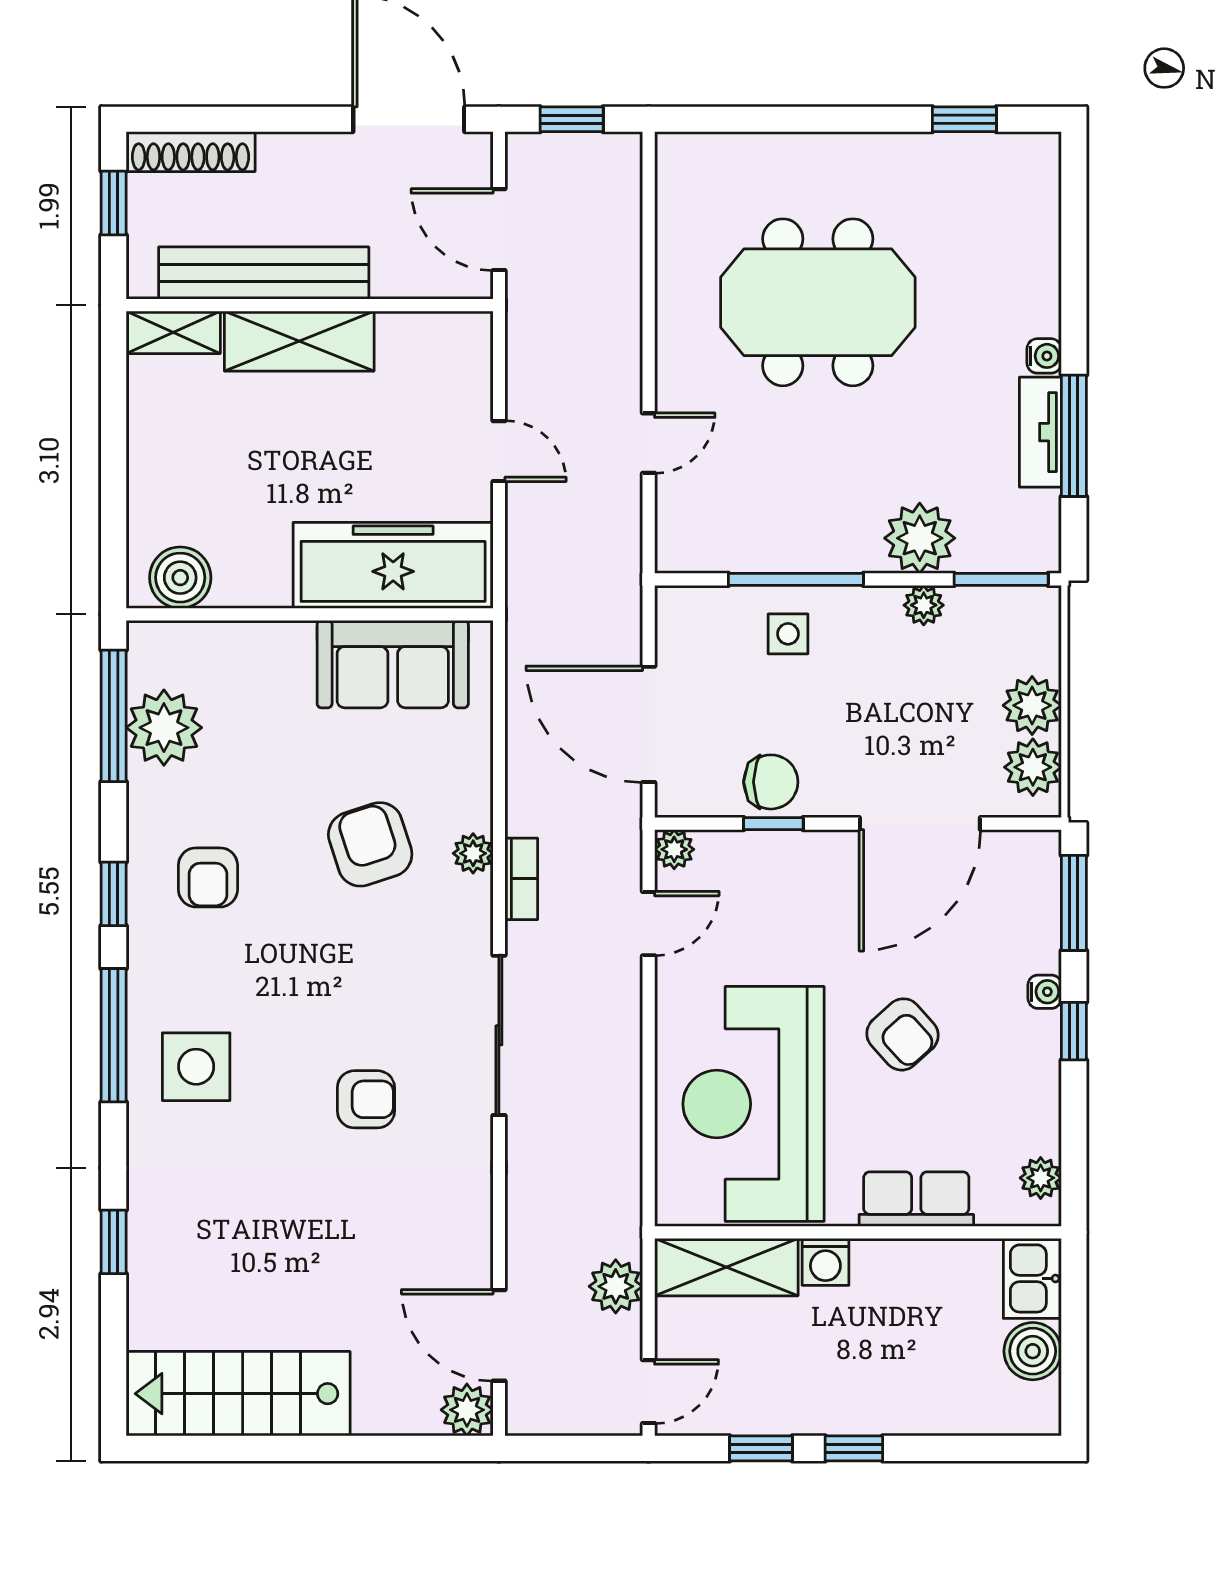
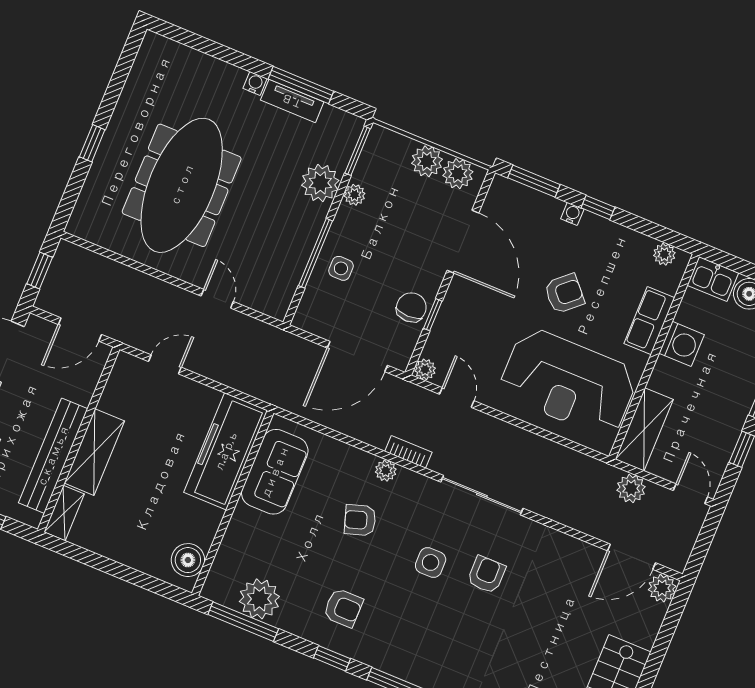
window: (964, 119) -> (92, 143), moved
meeting table: (818, 302) -> (182, 185), width x1.36
door: (499, 451) -> (165, 364), moved
armchair: (370, 844) -> (360, 520), width x0.72, depth x0.72
side table: (196, 1067) -> (431, 562), moved, width x0.73, depth x0.73
washing machine: (825, 1262) -> (682, 344), moved, width x1.38, depth x1.38

